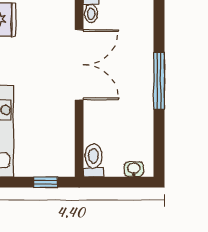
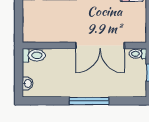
window: (46, 182) -> (19, 22), removed

